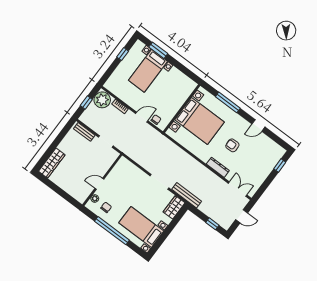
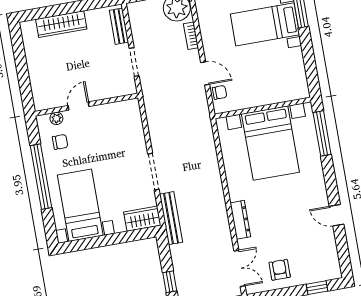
window: (228, 102) -> (322, 133), moved
armchair: (232, 145) -> (280, 270), moved
wardrobe: (52, 163) -> (61, 24), moved
door: (99, 184) -> (79, 106), hinge flipped

